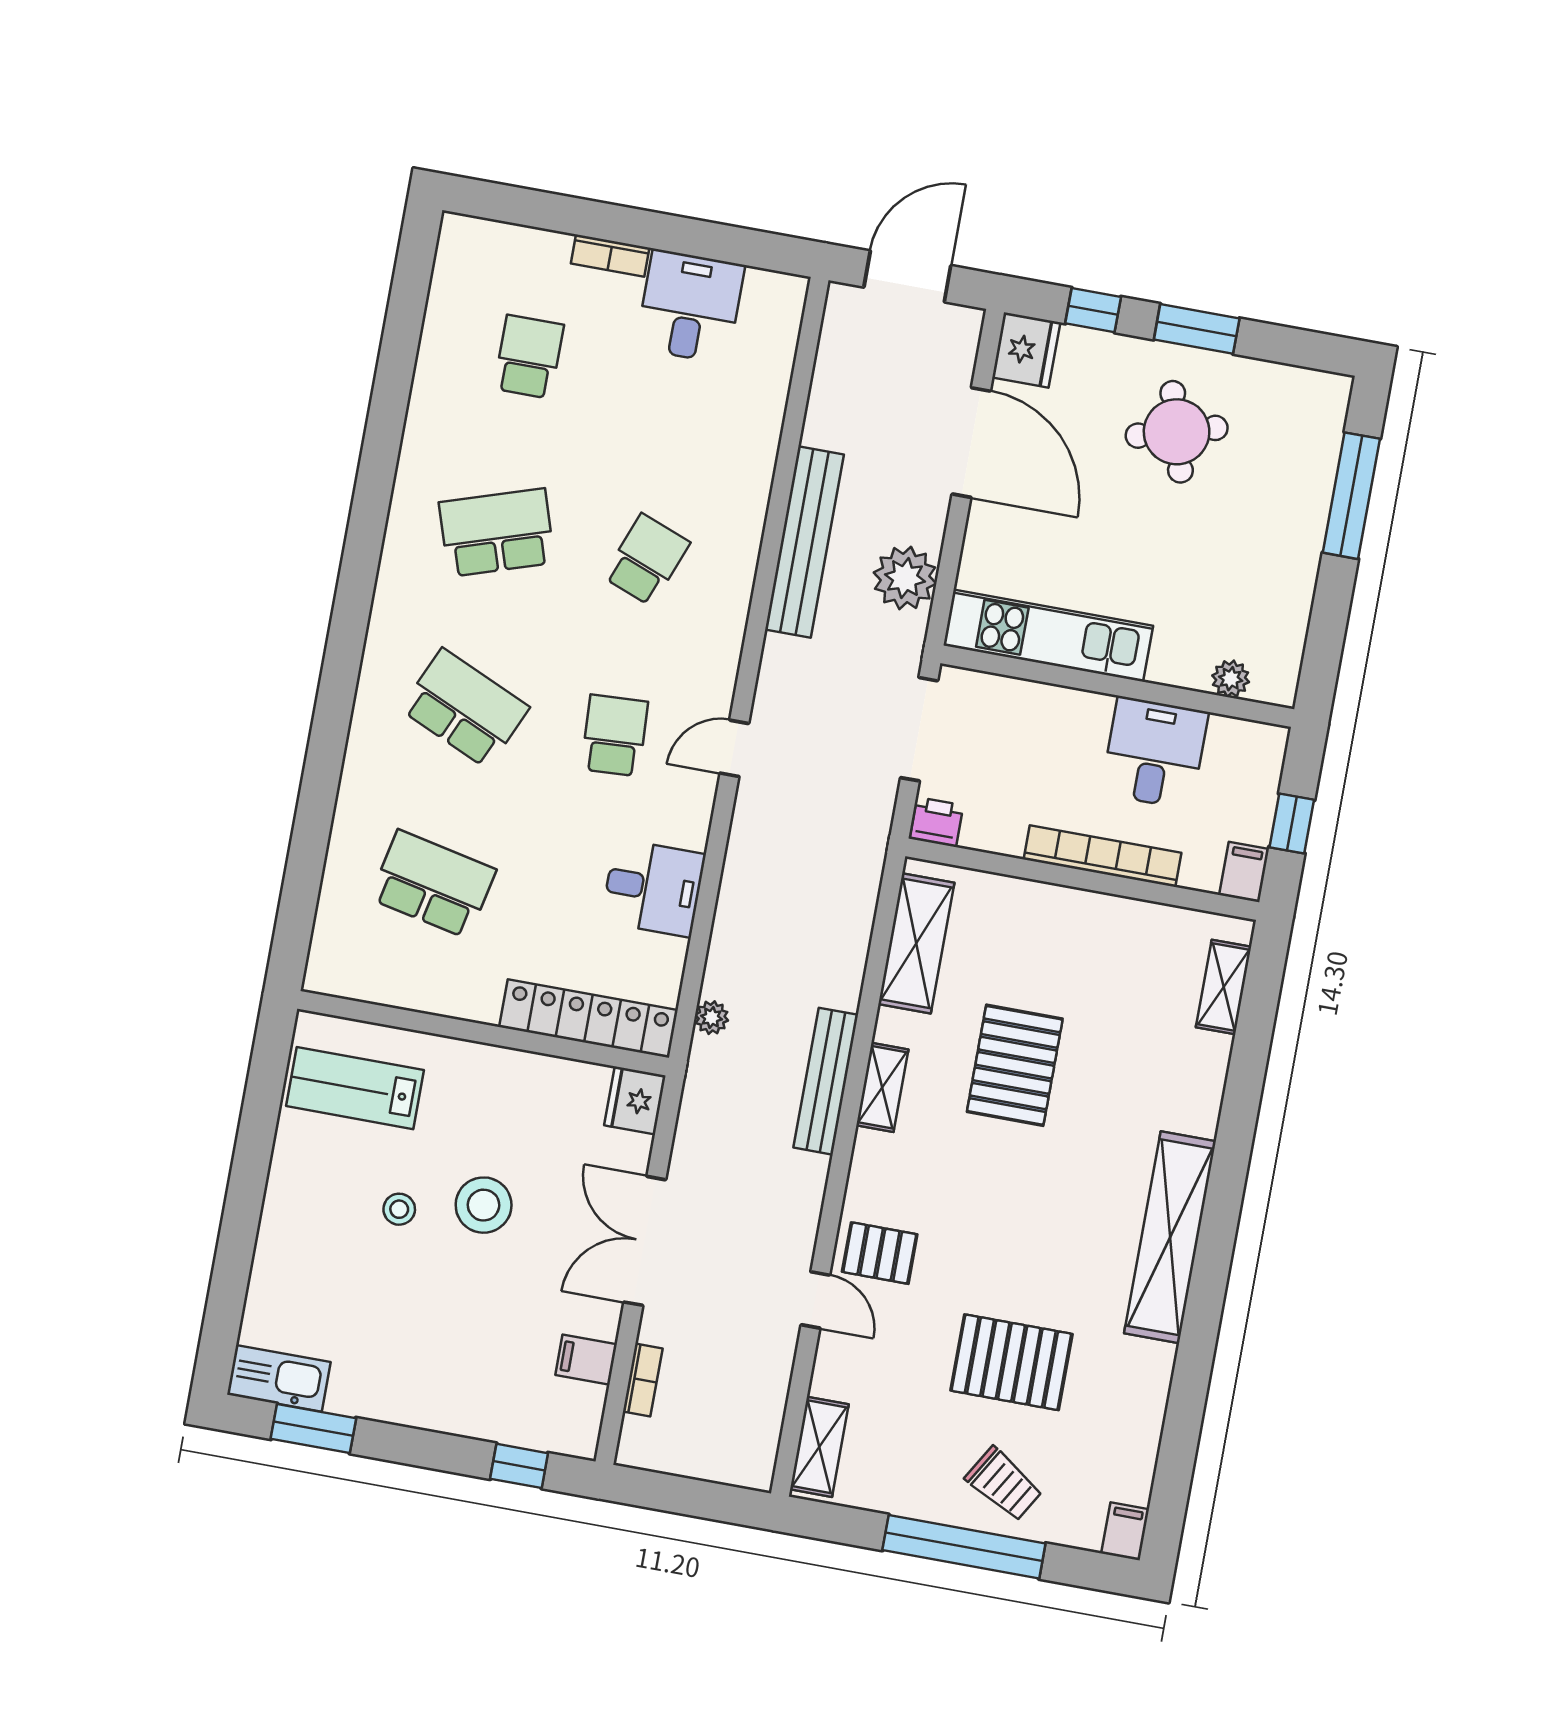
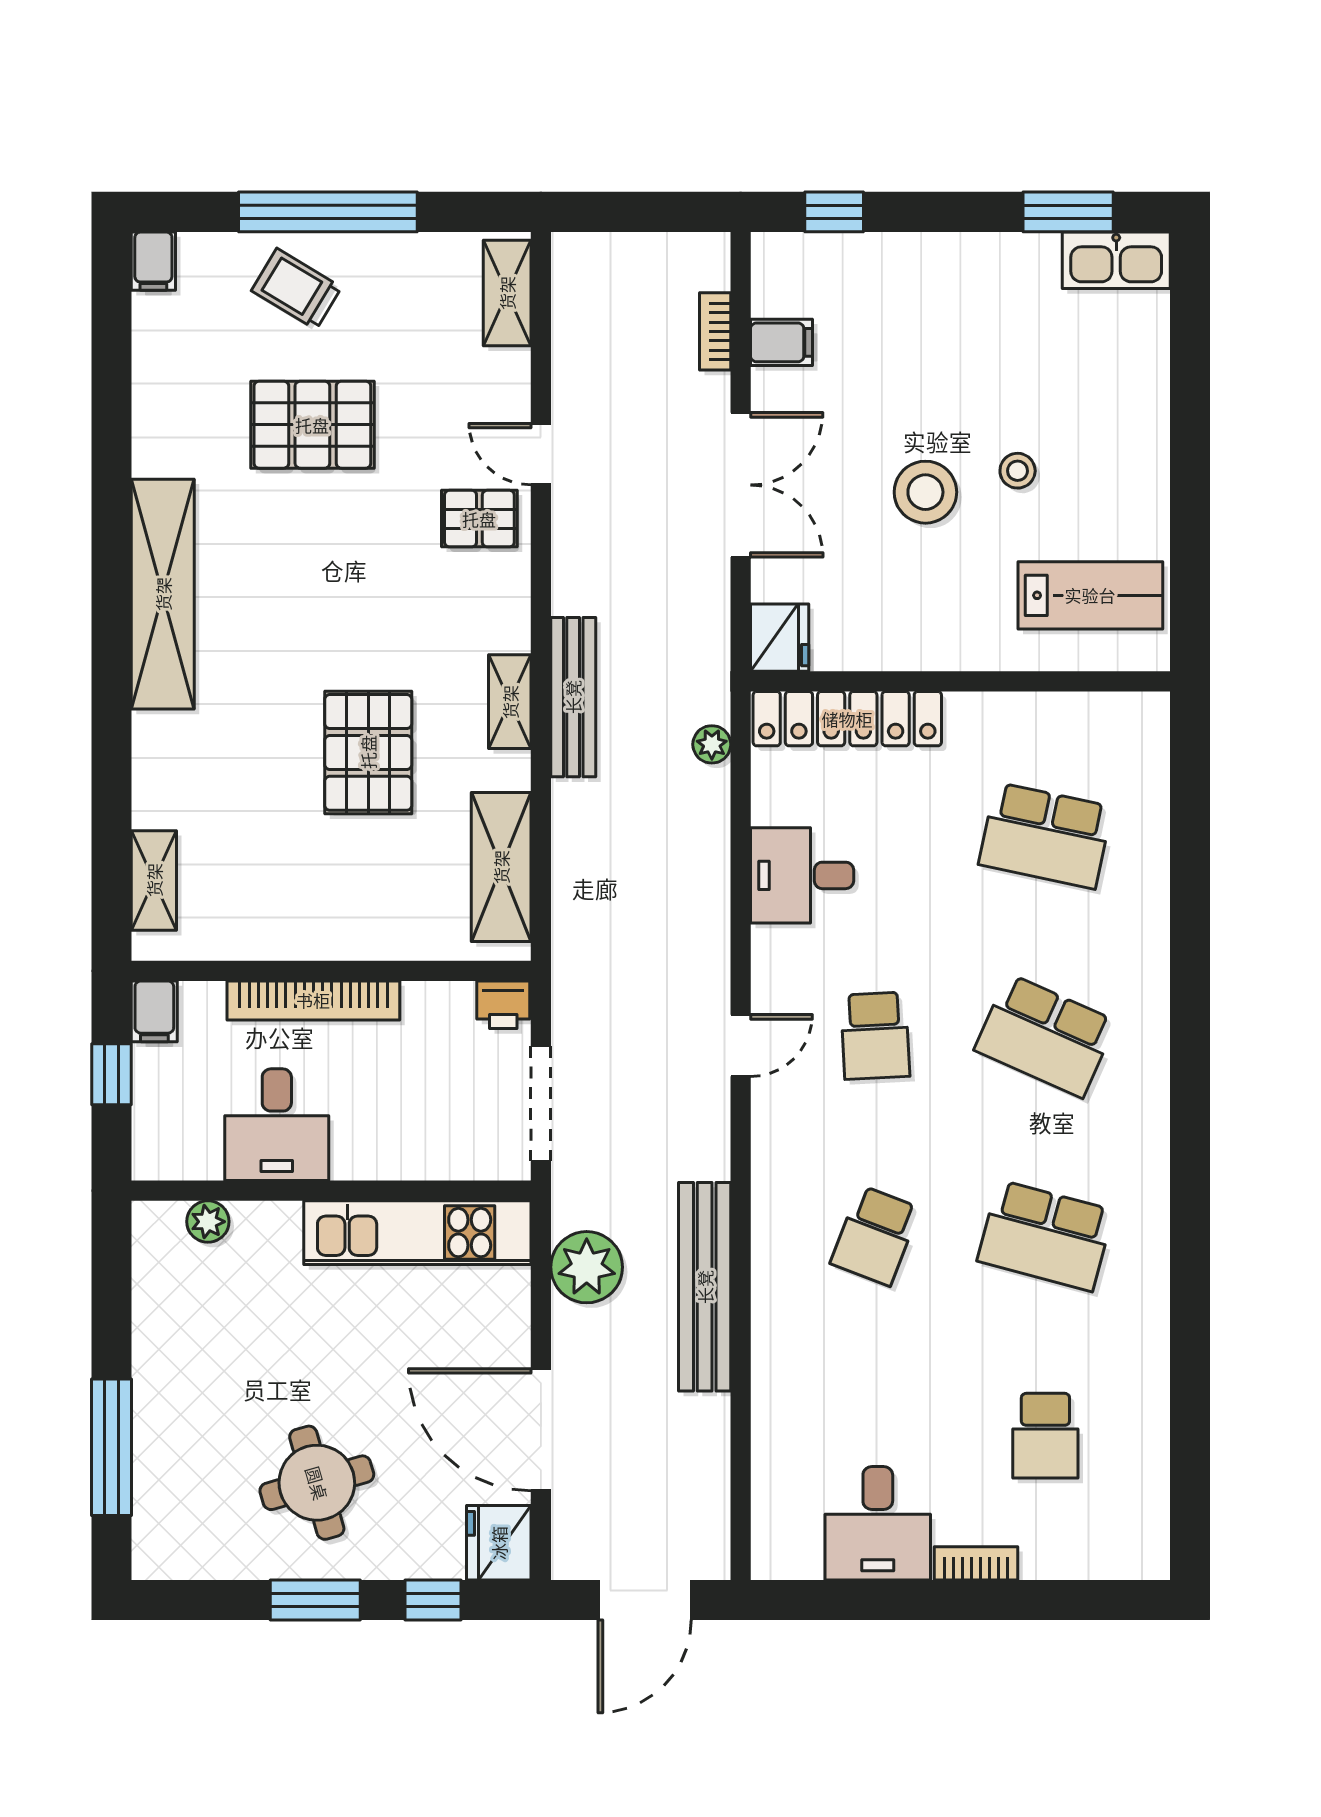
school desk: (497, 533) -> (1045, 1236), turned 33

